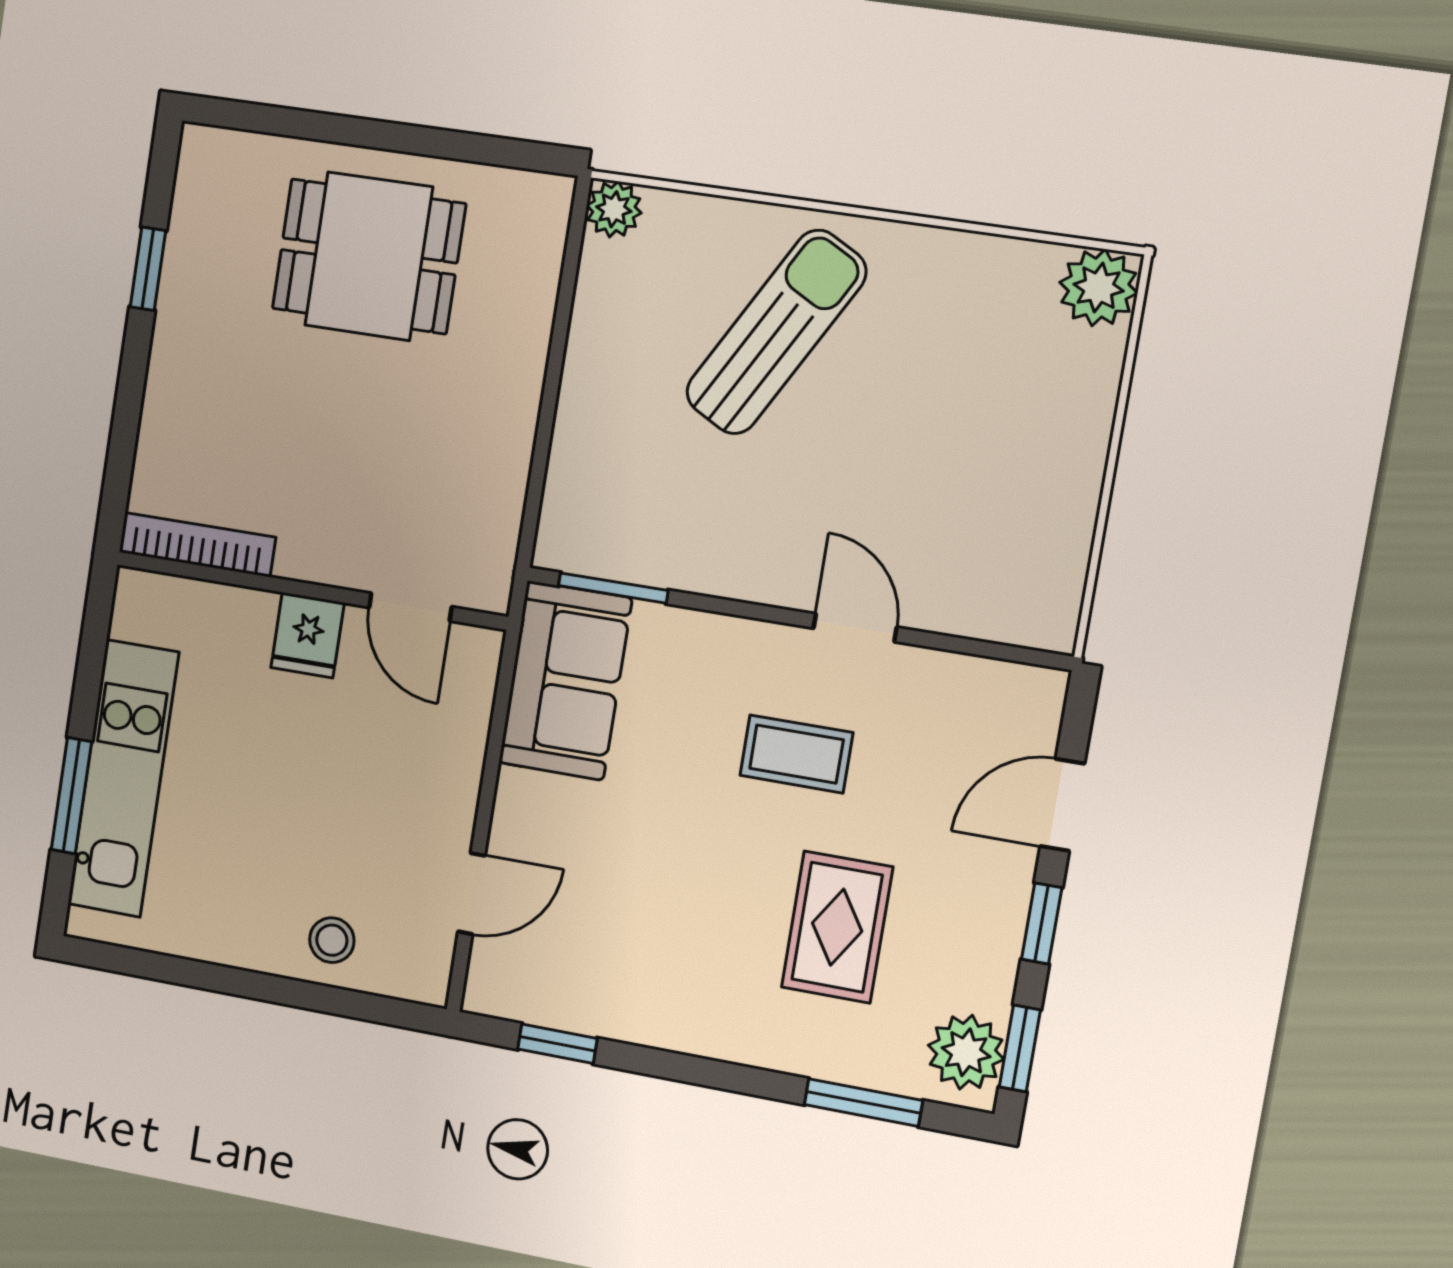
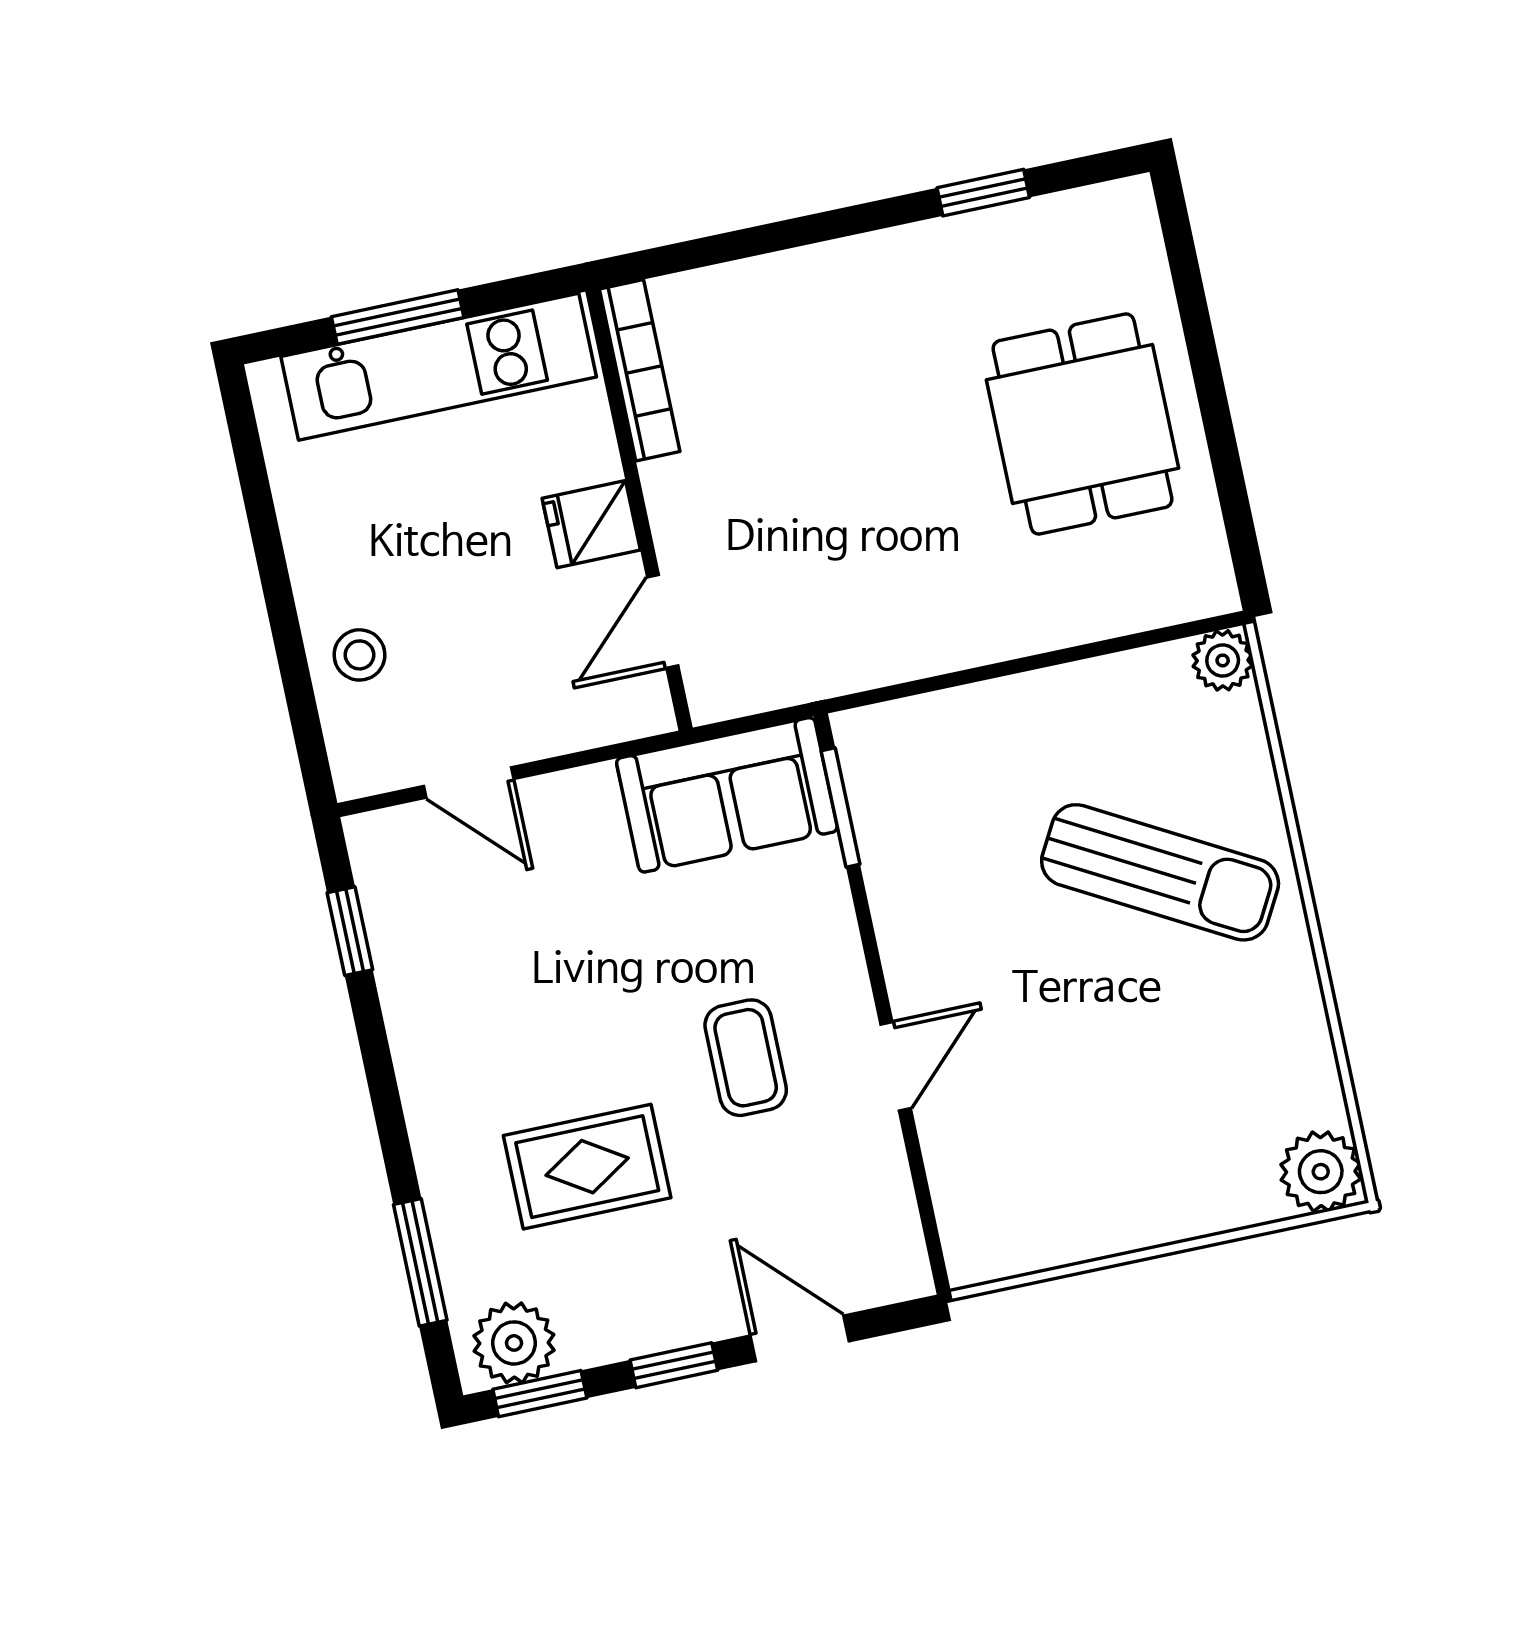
bookcase: (197, 545) -> (640, 370), moved
wall: (311, 590) -> (639, 510), moved
door: (410, 607) -> (663, 621), moved
fridge: (308, 635) -> (591, 524), moved

